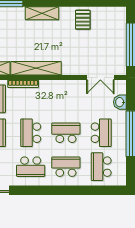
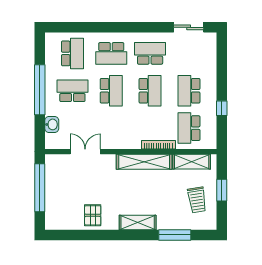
double door: (100, 77) -> (85, 152), moved
school desk: (66, 133) -> (111, 91), turned -90
school desk: (101, 133) -> (72, 91), turned 90

